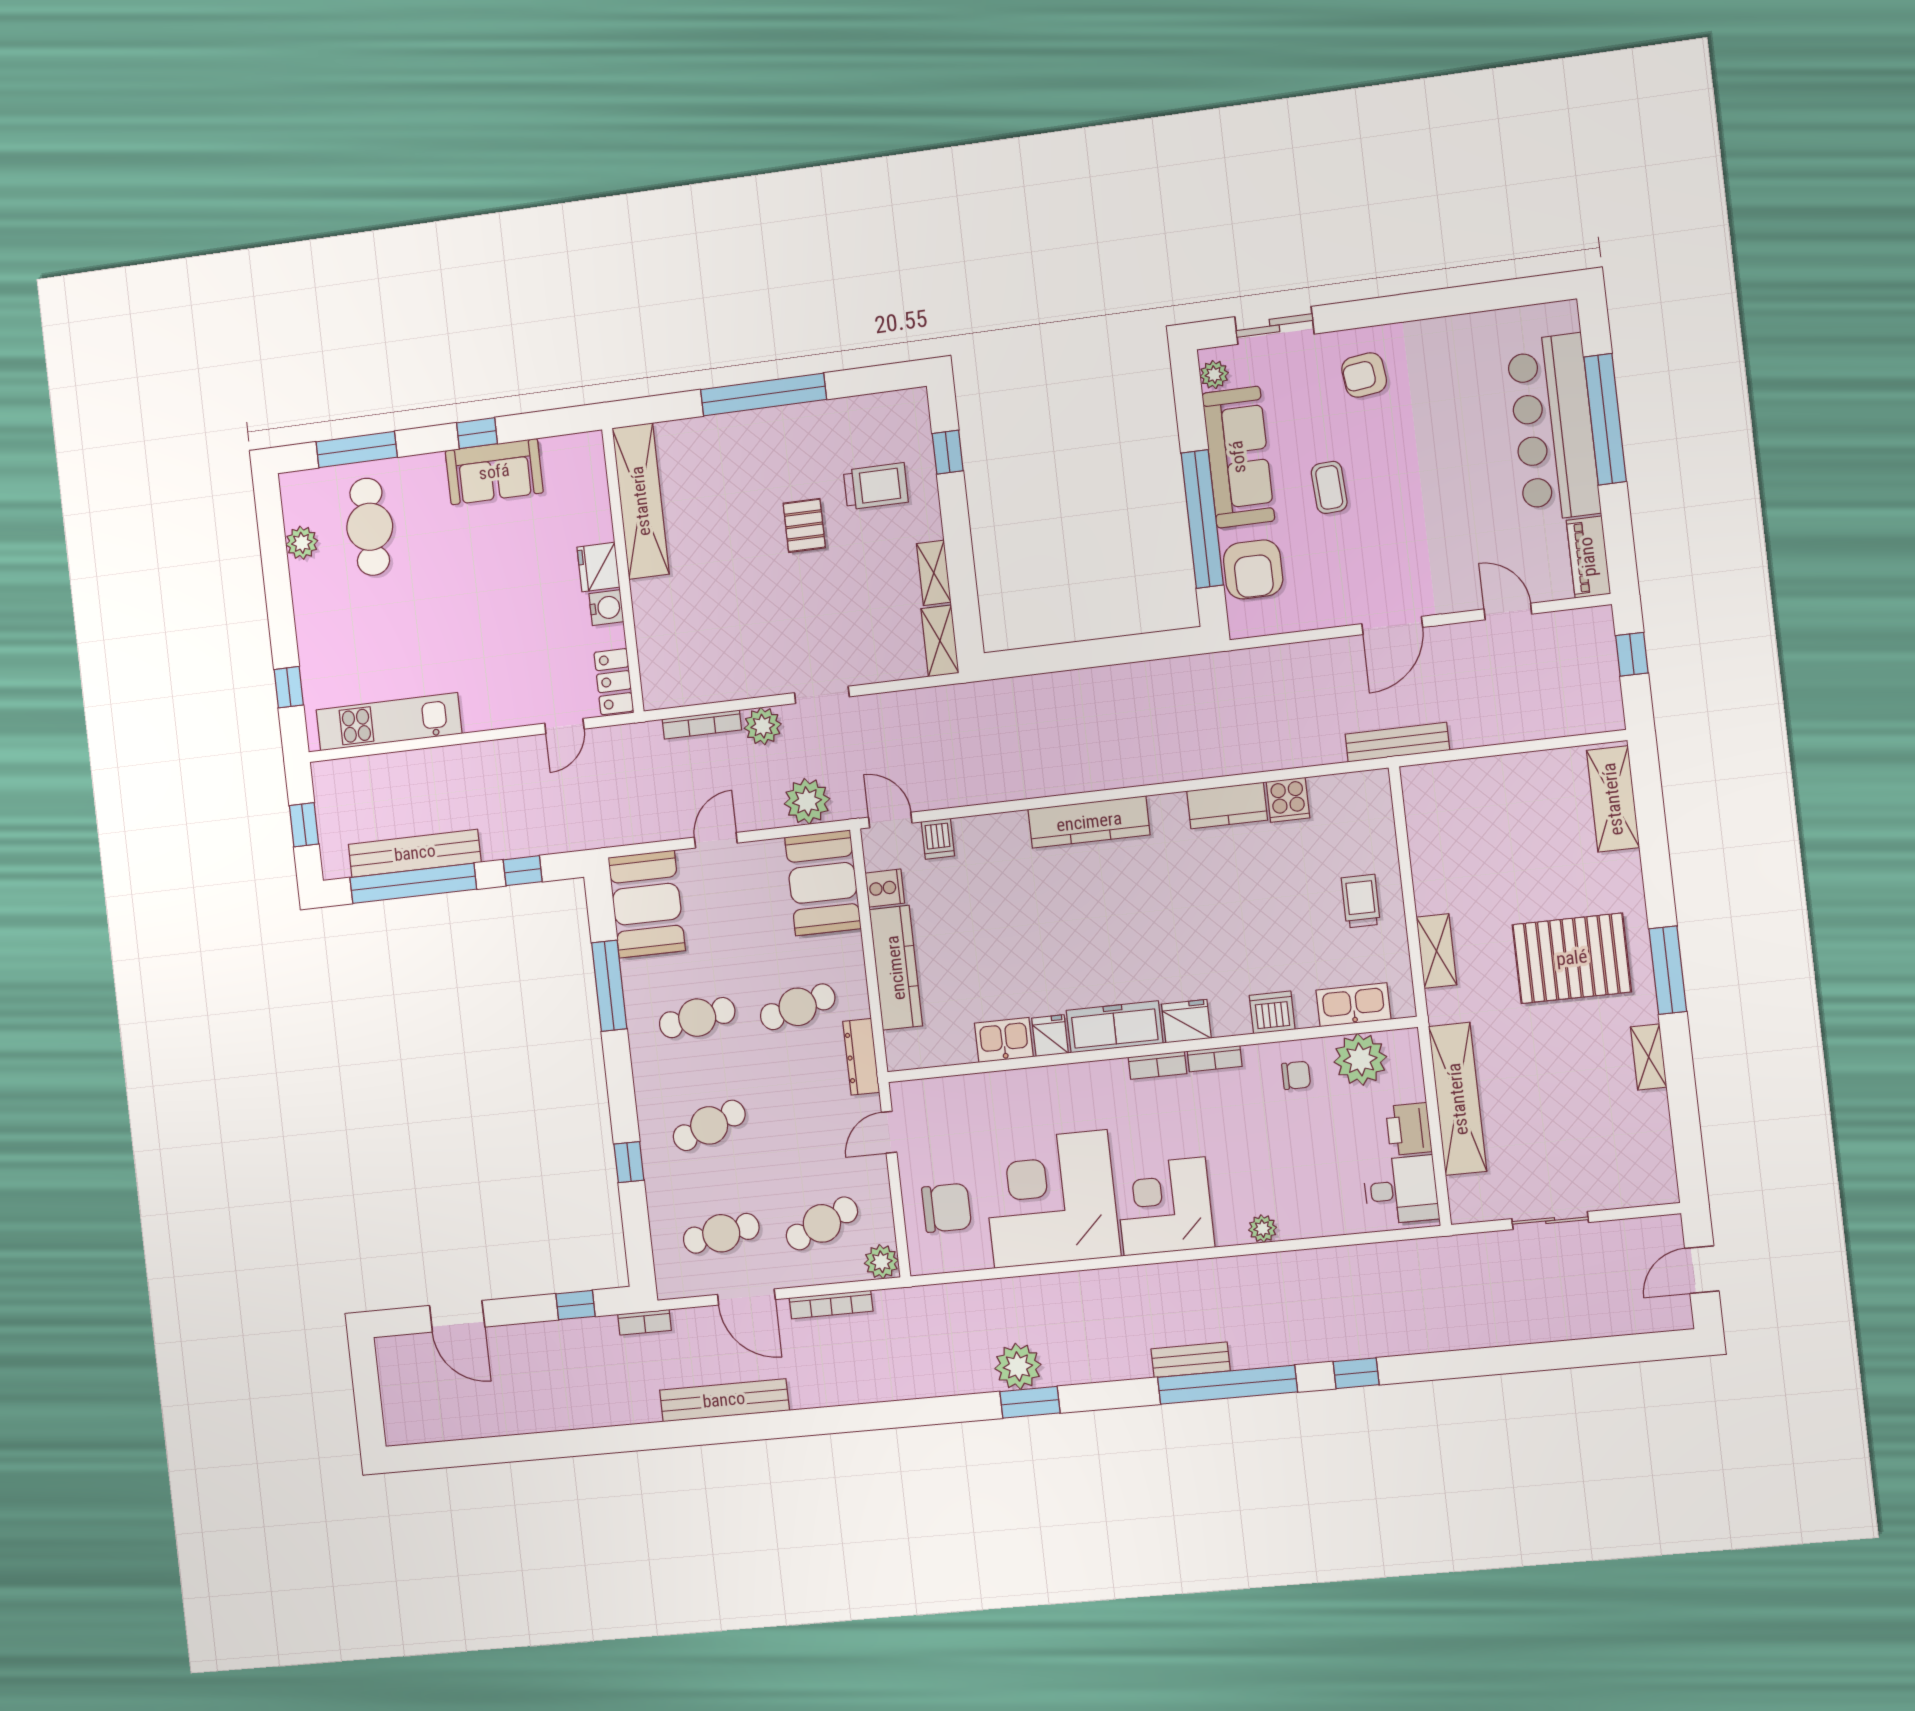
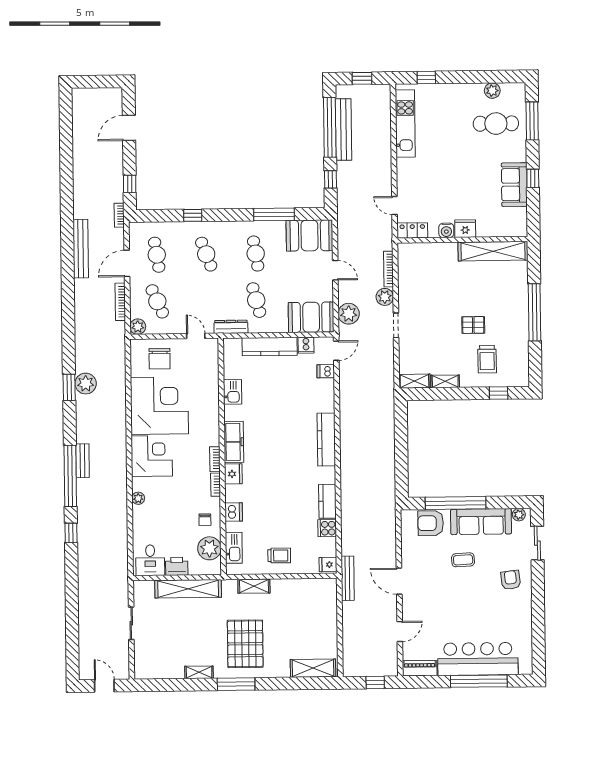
fridge: (1050, 1036) -> (328, 565), moved, turned 180

